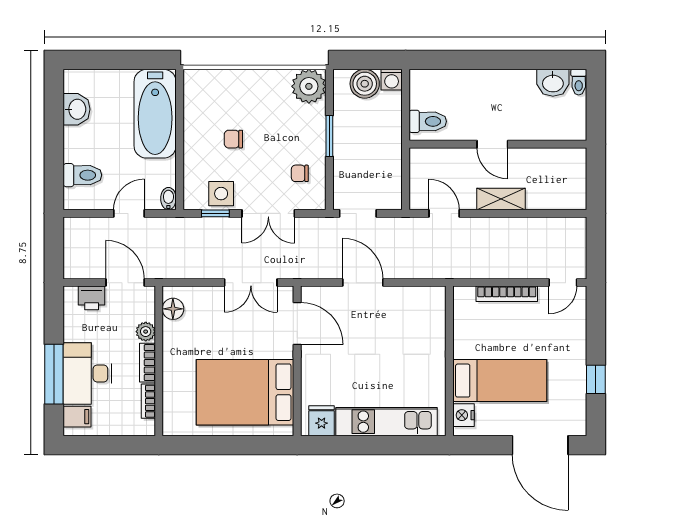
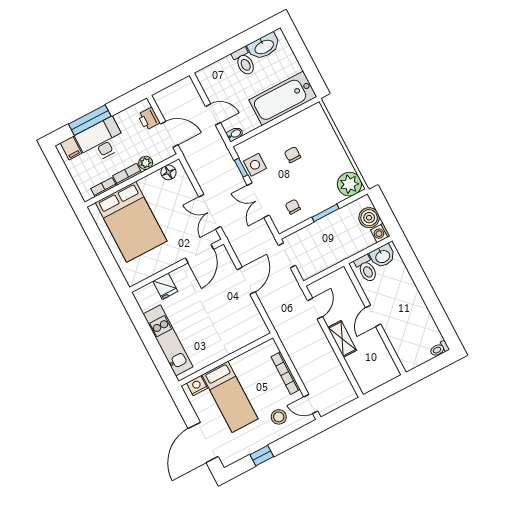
washbasin: (553, 83) -> (383, 256), moved, turned -90
washbasin: (77, 109) -> (264, 47), width x1.38
toilet: (82, 175) -> (244, 62), moved
door: (125, 283) -> (169, 134), hinge flipped
stool: (558, 332) -> (279, 417), added
bed: (245, 392) -> (131, 222), moved, turned 180
fridge: (322, 421) -> (165, 286), moved, turned 90

